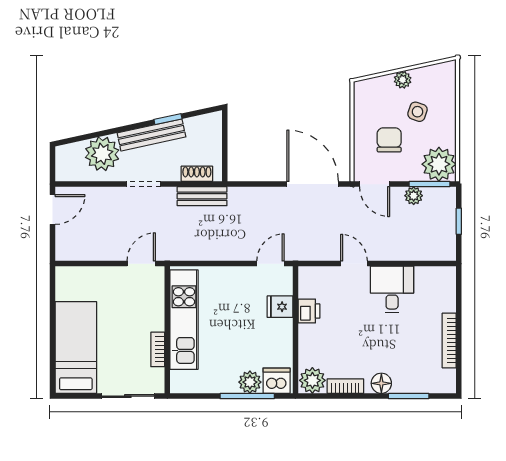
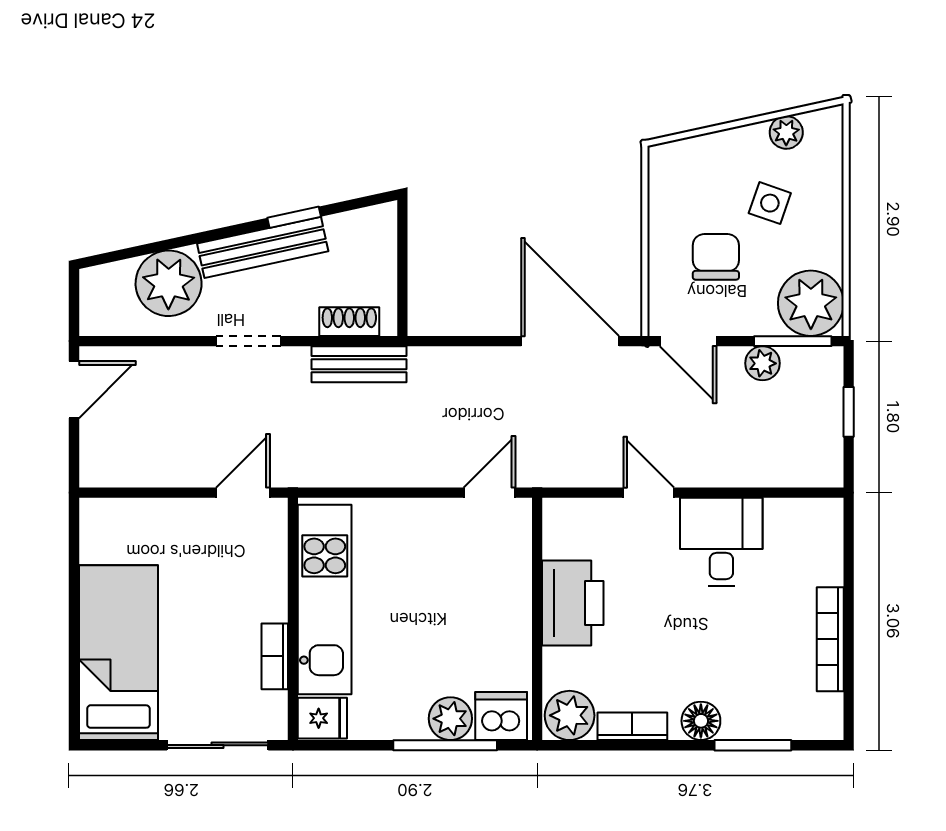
plant: (403, 80) -> (786, 132), moved
fridge: (280, 307) -> (322, 718), moved, turned 180
printer: (309, 311) -> (573, 603), width x1.87, depth x1.48

